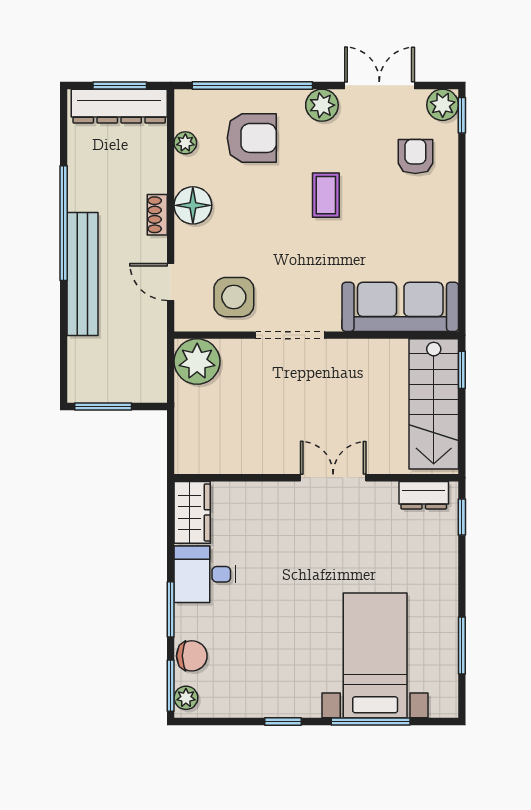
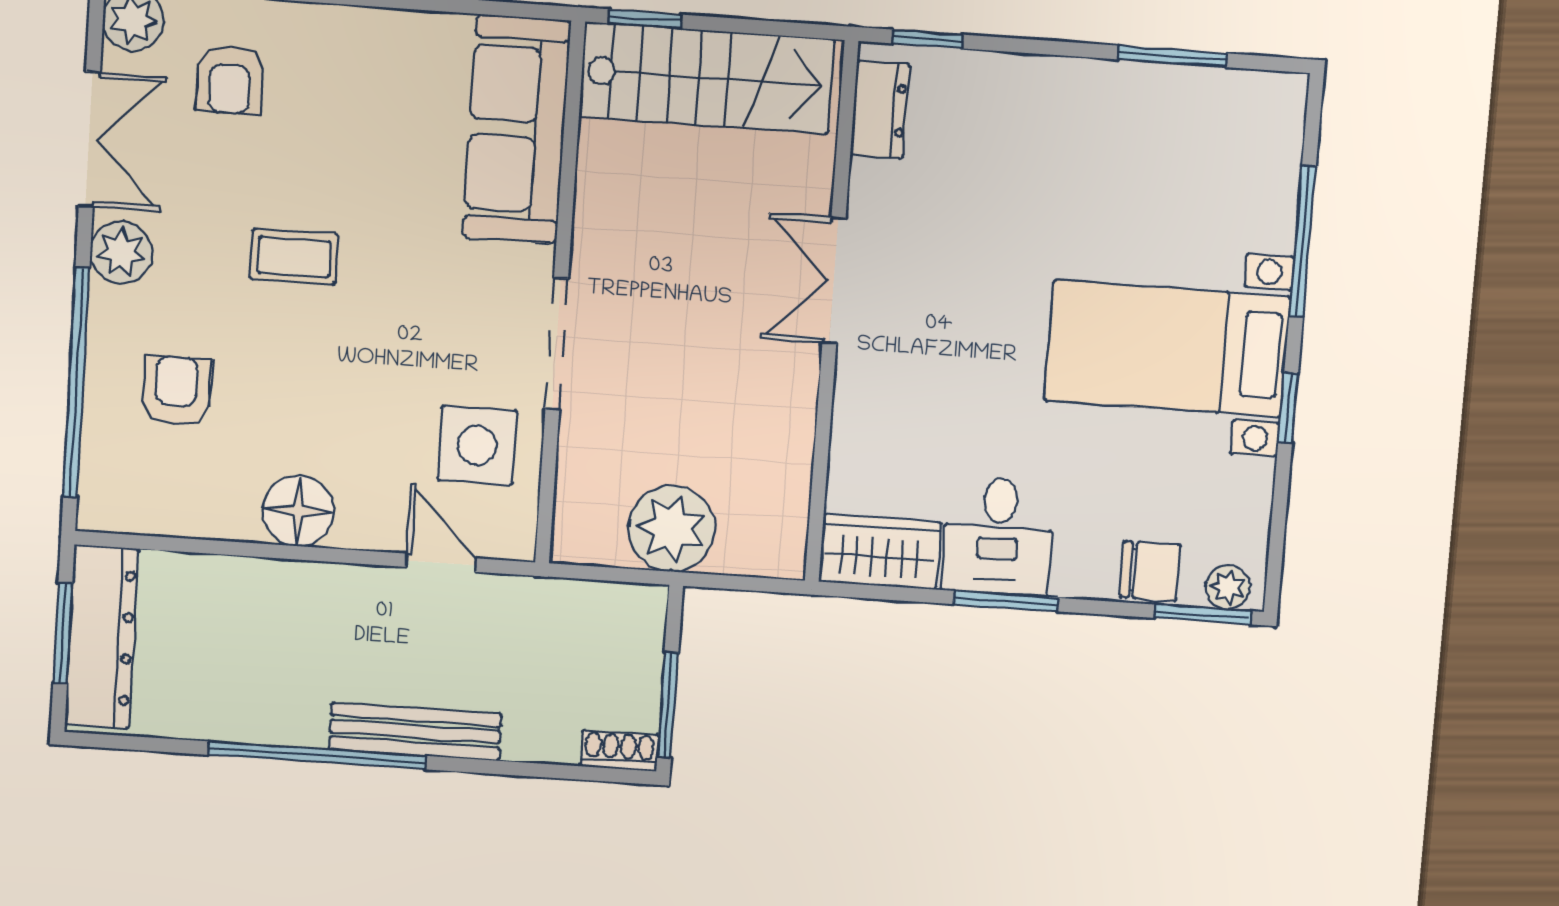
double door: (379, 85) -> (89, 139), swing flipped
armchair: (252, 138) -> (176, 391), width x0.72, depth x0.72
plant: (185, 143) -> (179, 517), removed
armchair: (415, 157) -> (230, 80), turned -90
shoe rack: (157, 215) -> (619, 750), moved, turned 180
bench: (83, 274) -> (415, 732), width x0.73, depth x0.82
door: (171, 282) -> (441, 563), swing flipped
plant: (197, 361) -> (672, 529), moved
window: (171, 609) -> (1006, 601), moved
bed with nightstands: (375, 655) -> (1167, 349), moved
chair: (192, 656) -> (1150, 571), turned 90

